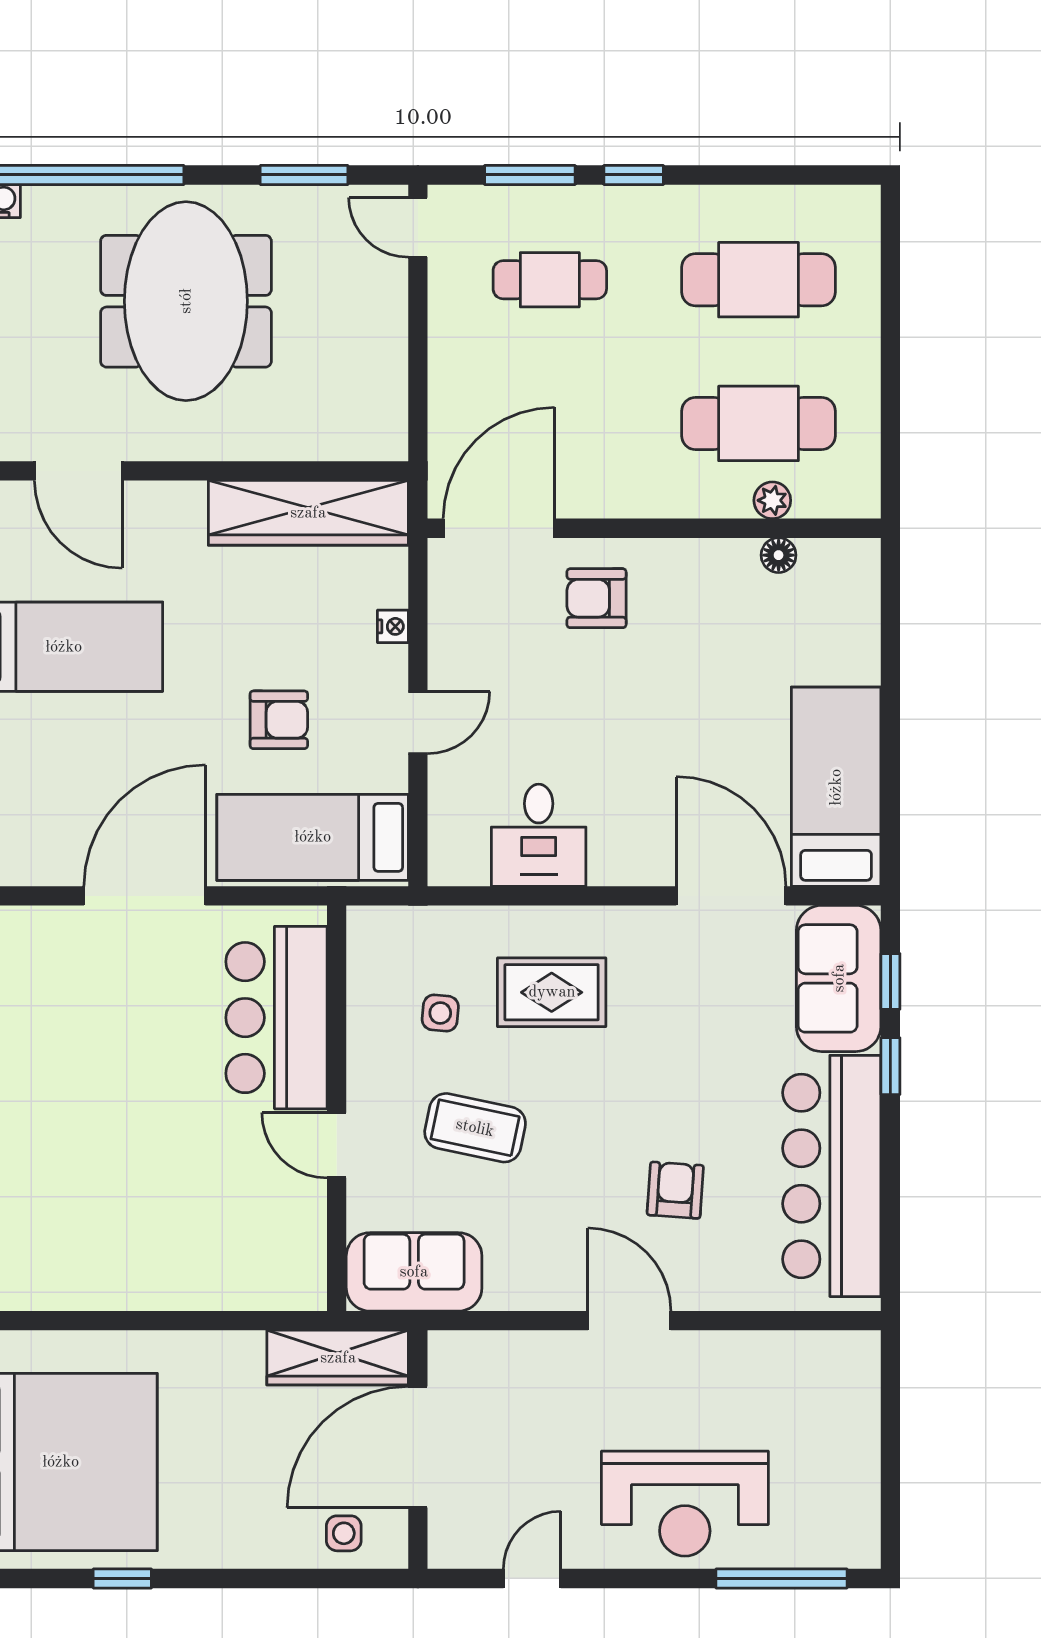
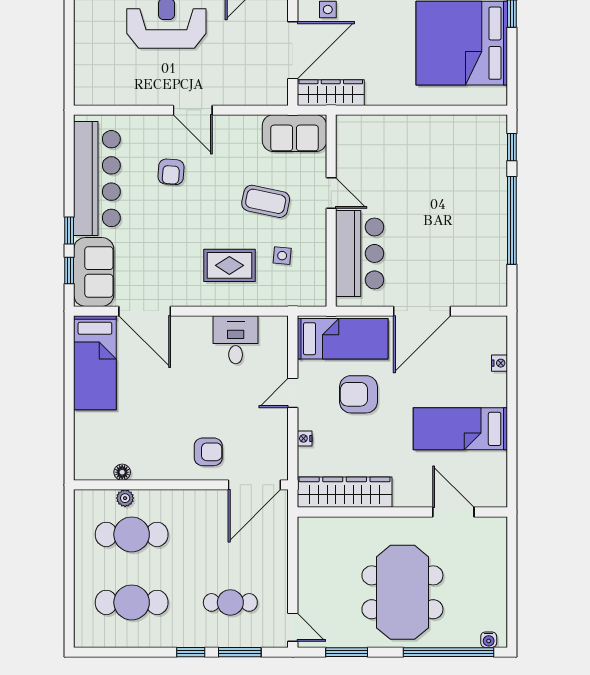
armchair: (279, 720) -> (358, 394), width x1.38, depth x1.38

